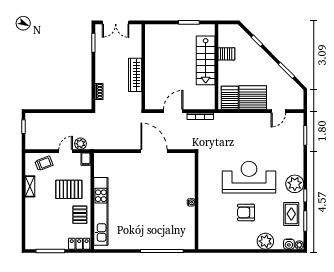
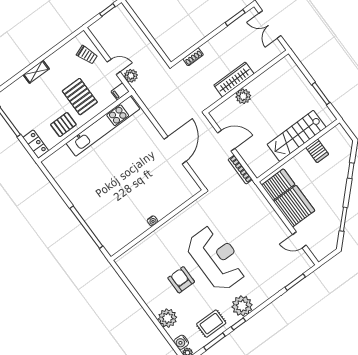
plant: (151, 77) -> (243, 96), added
shelving: (30, 186) -> (36, 72), moved
kitchen unit: (101, 211) -> (103, 126), moved

